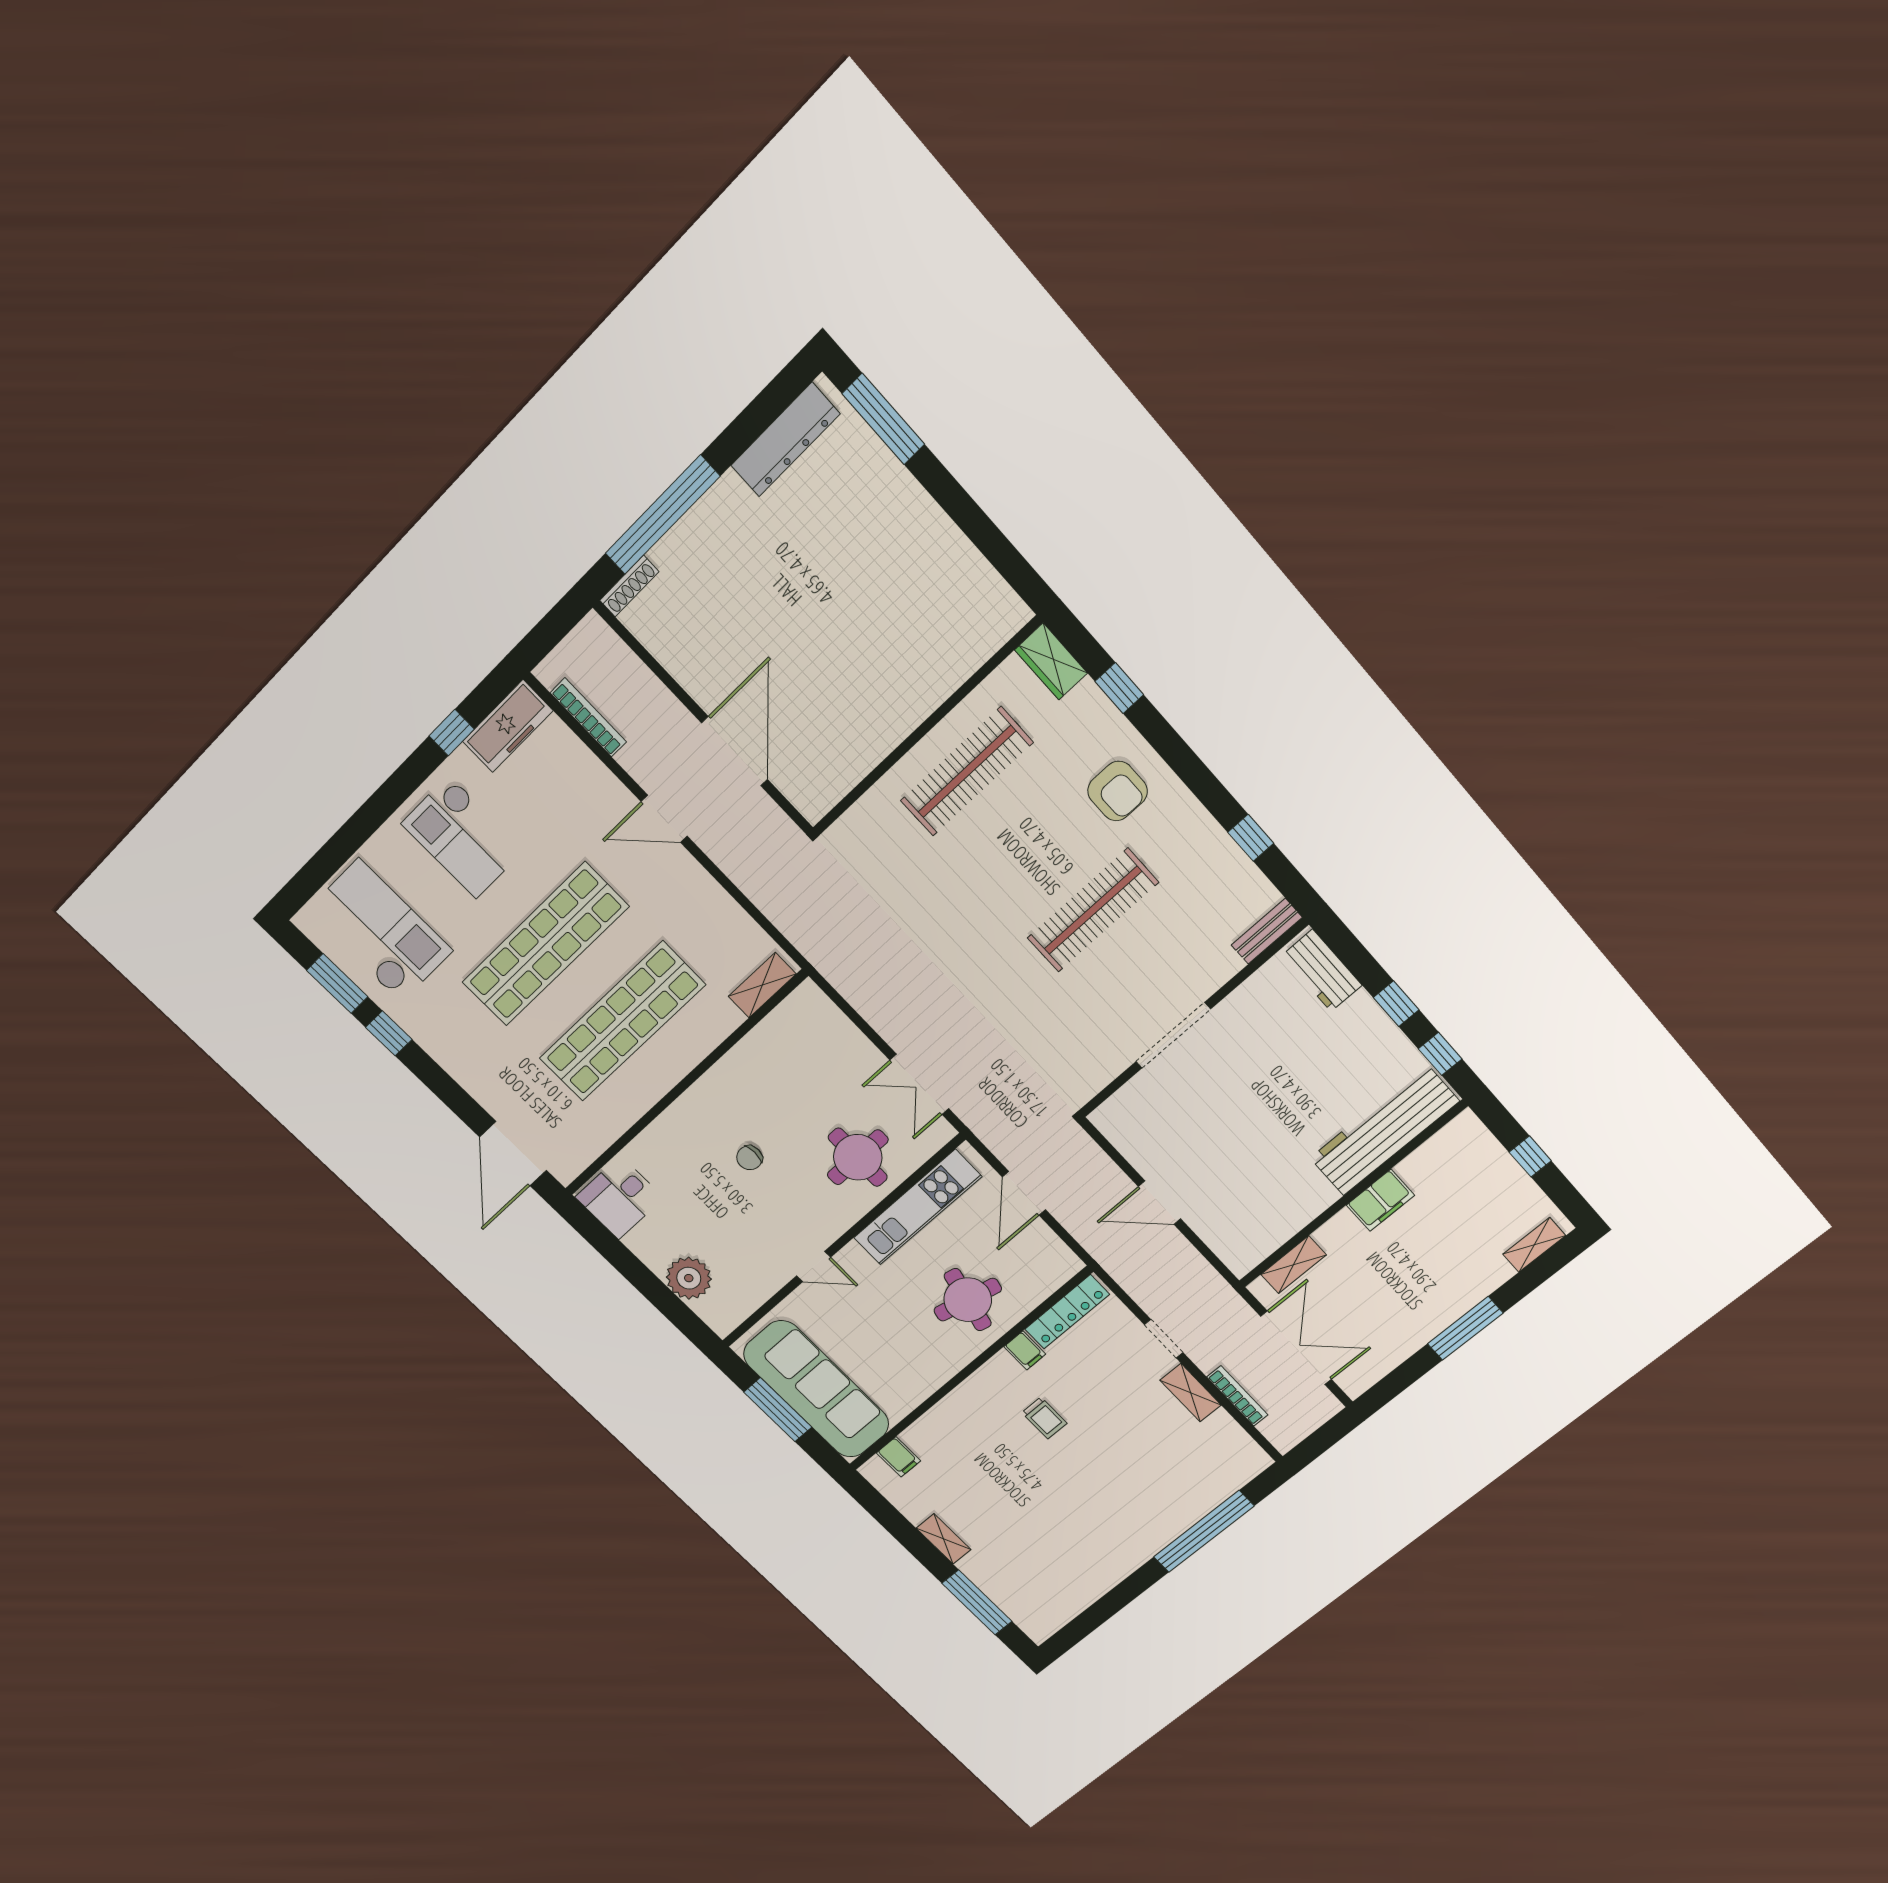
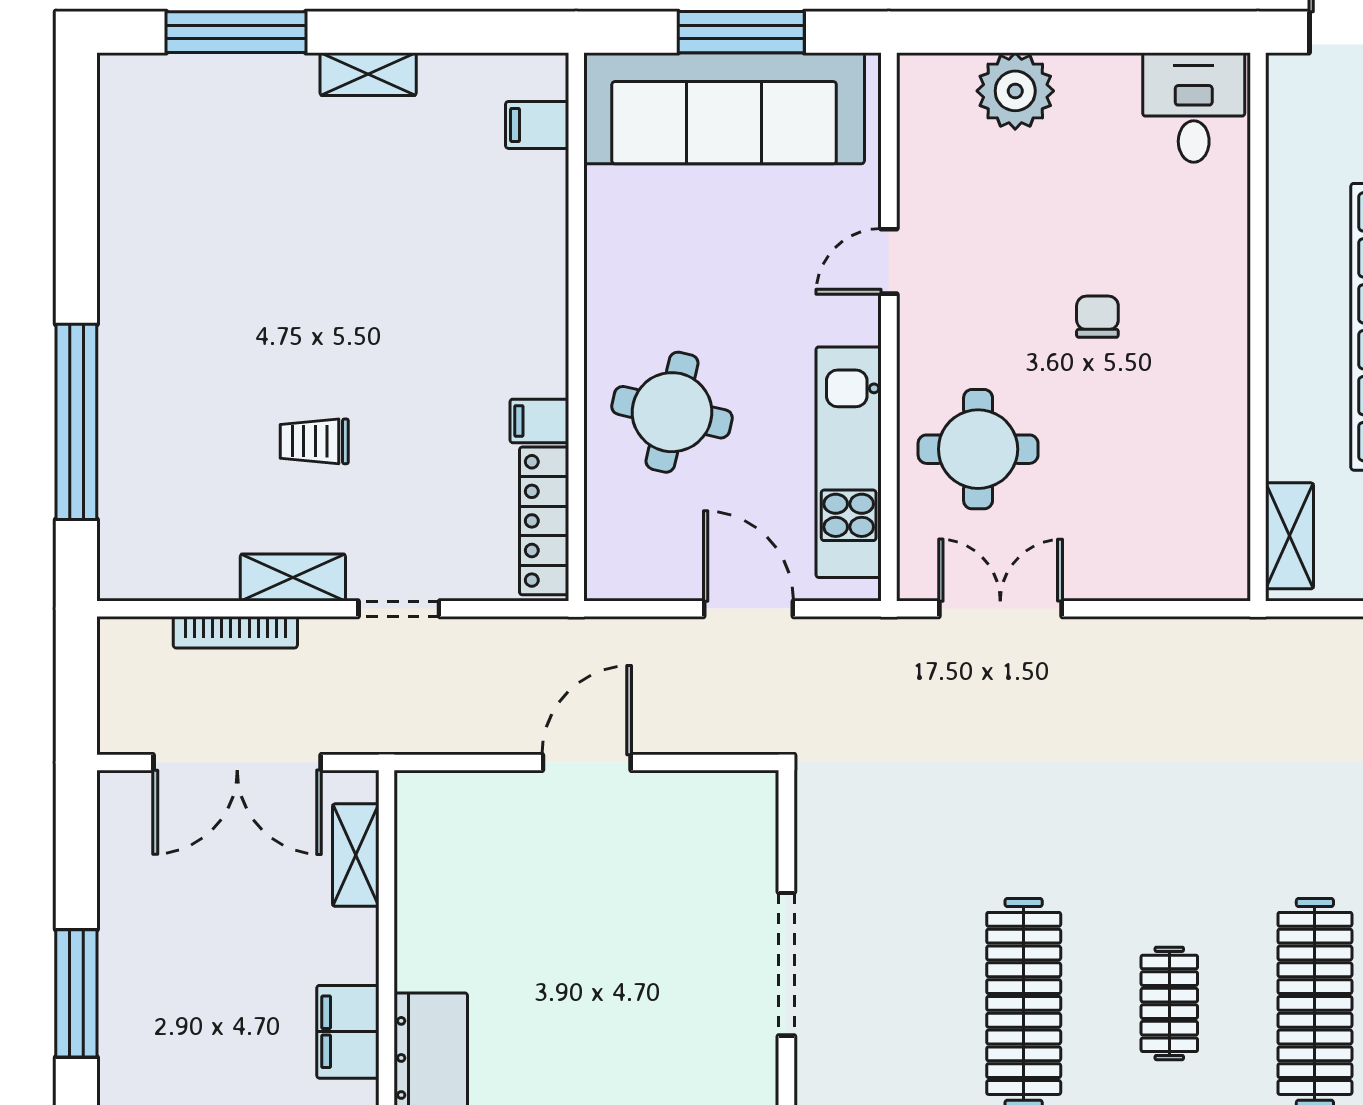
clothes rail: (1030, 842) -> (1169, 1003), added
trolley: (1044, 1418) -> (314, 441), moved

